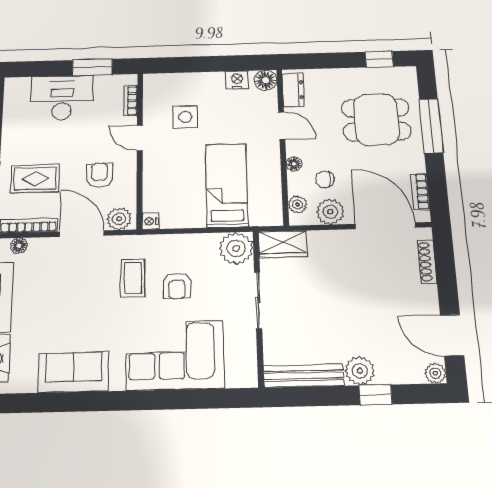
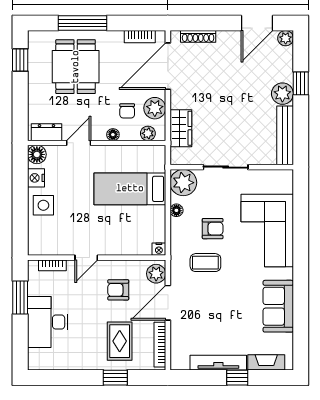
side table: (185, 117) -> (43, 205), moved
wardrobe: (283, 244) -> (181, 128), moved
floor lamp: (19, 246) -> (176, 210), moved

